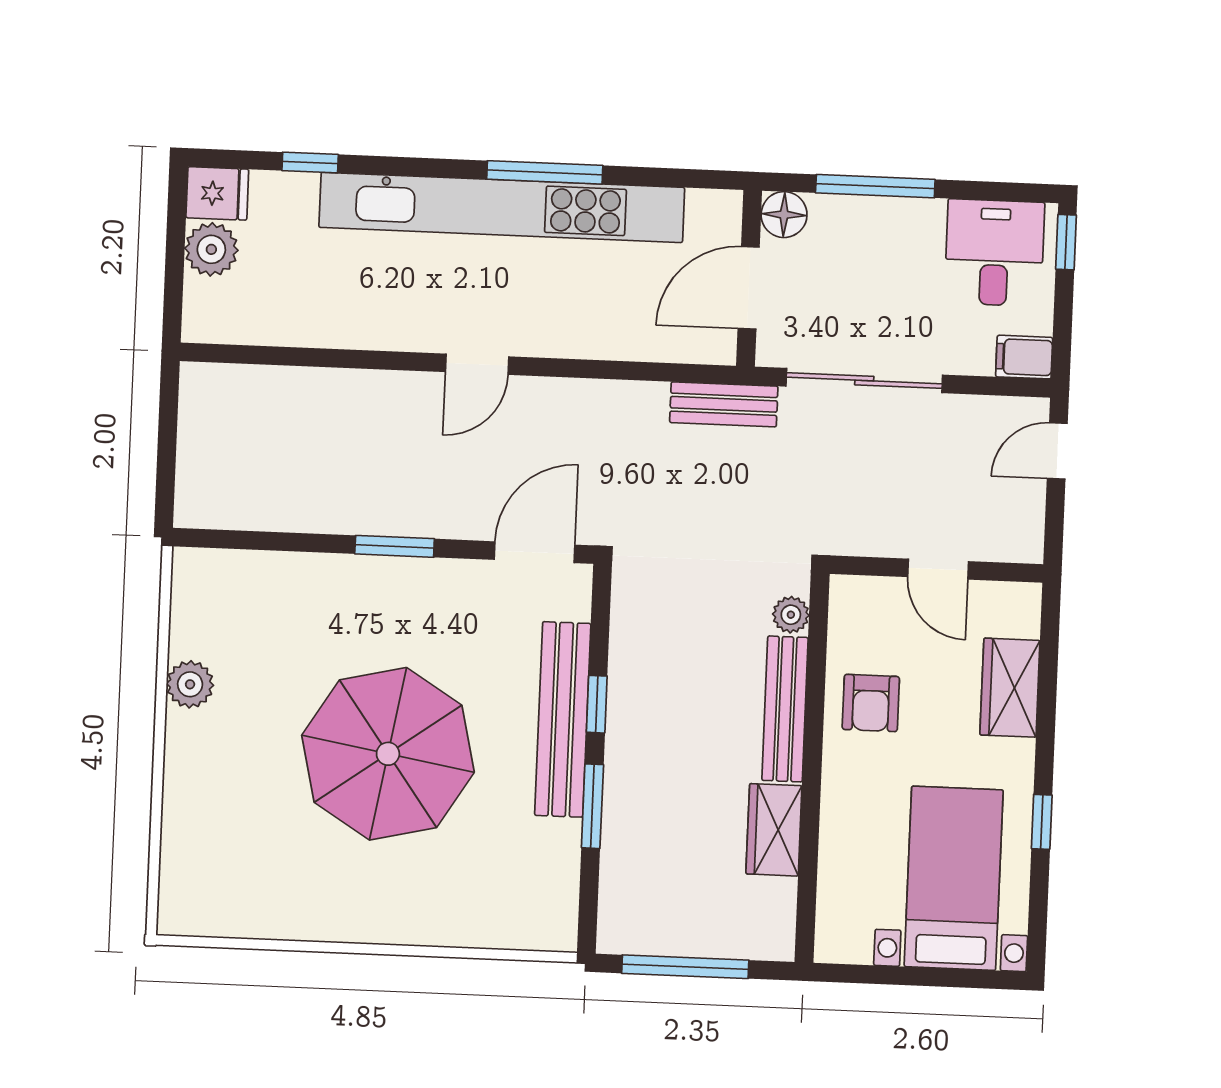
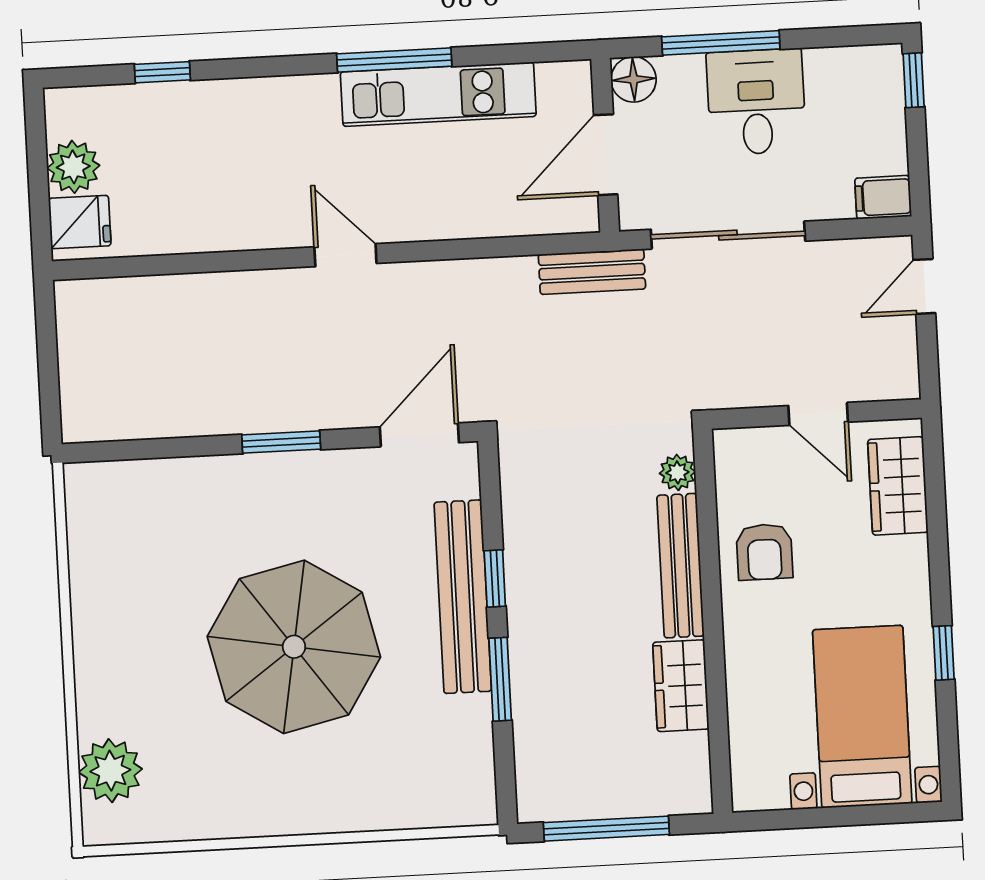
fridge: (217, 193) -> (80, 222), moved
kitchen unit: (502, 207) -> (438, 94), width x0.54
desk: (994, 253) -> (756, 102), moved
door: (477, 364) -> (345, 255), swing flipped
plant: (190, 684) -> (110, 771), moved, width x1.36, depth x1.36
wardrobe: (1010, 688) -> (898, 486), moved

